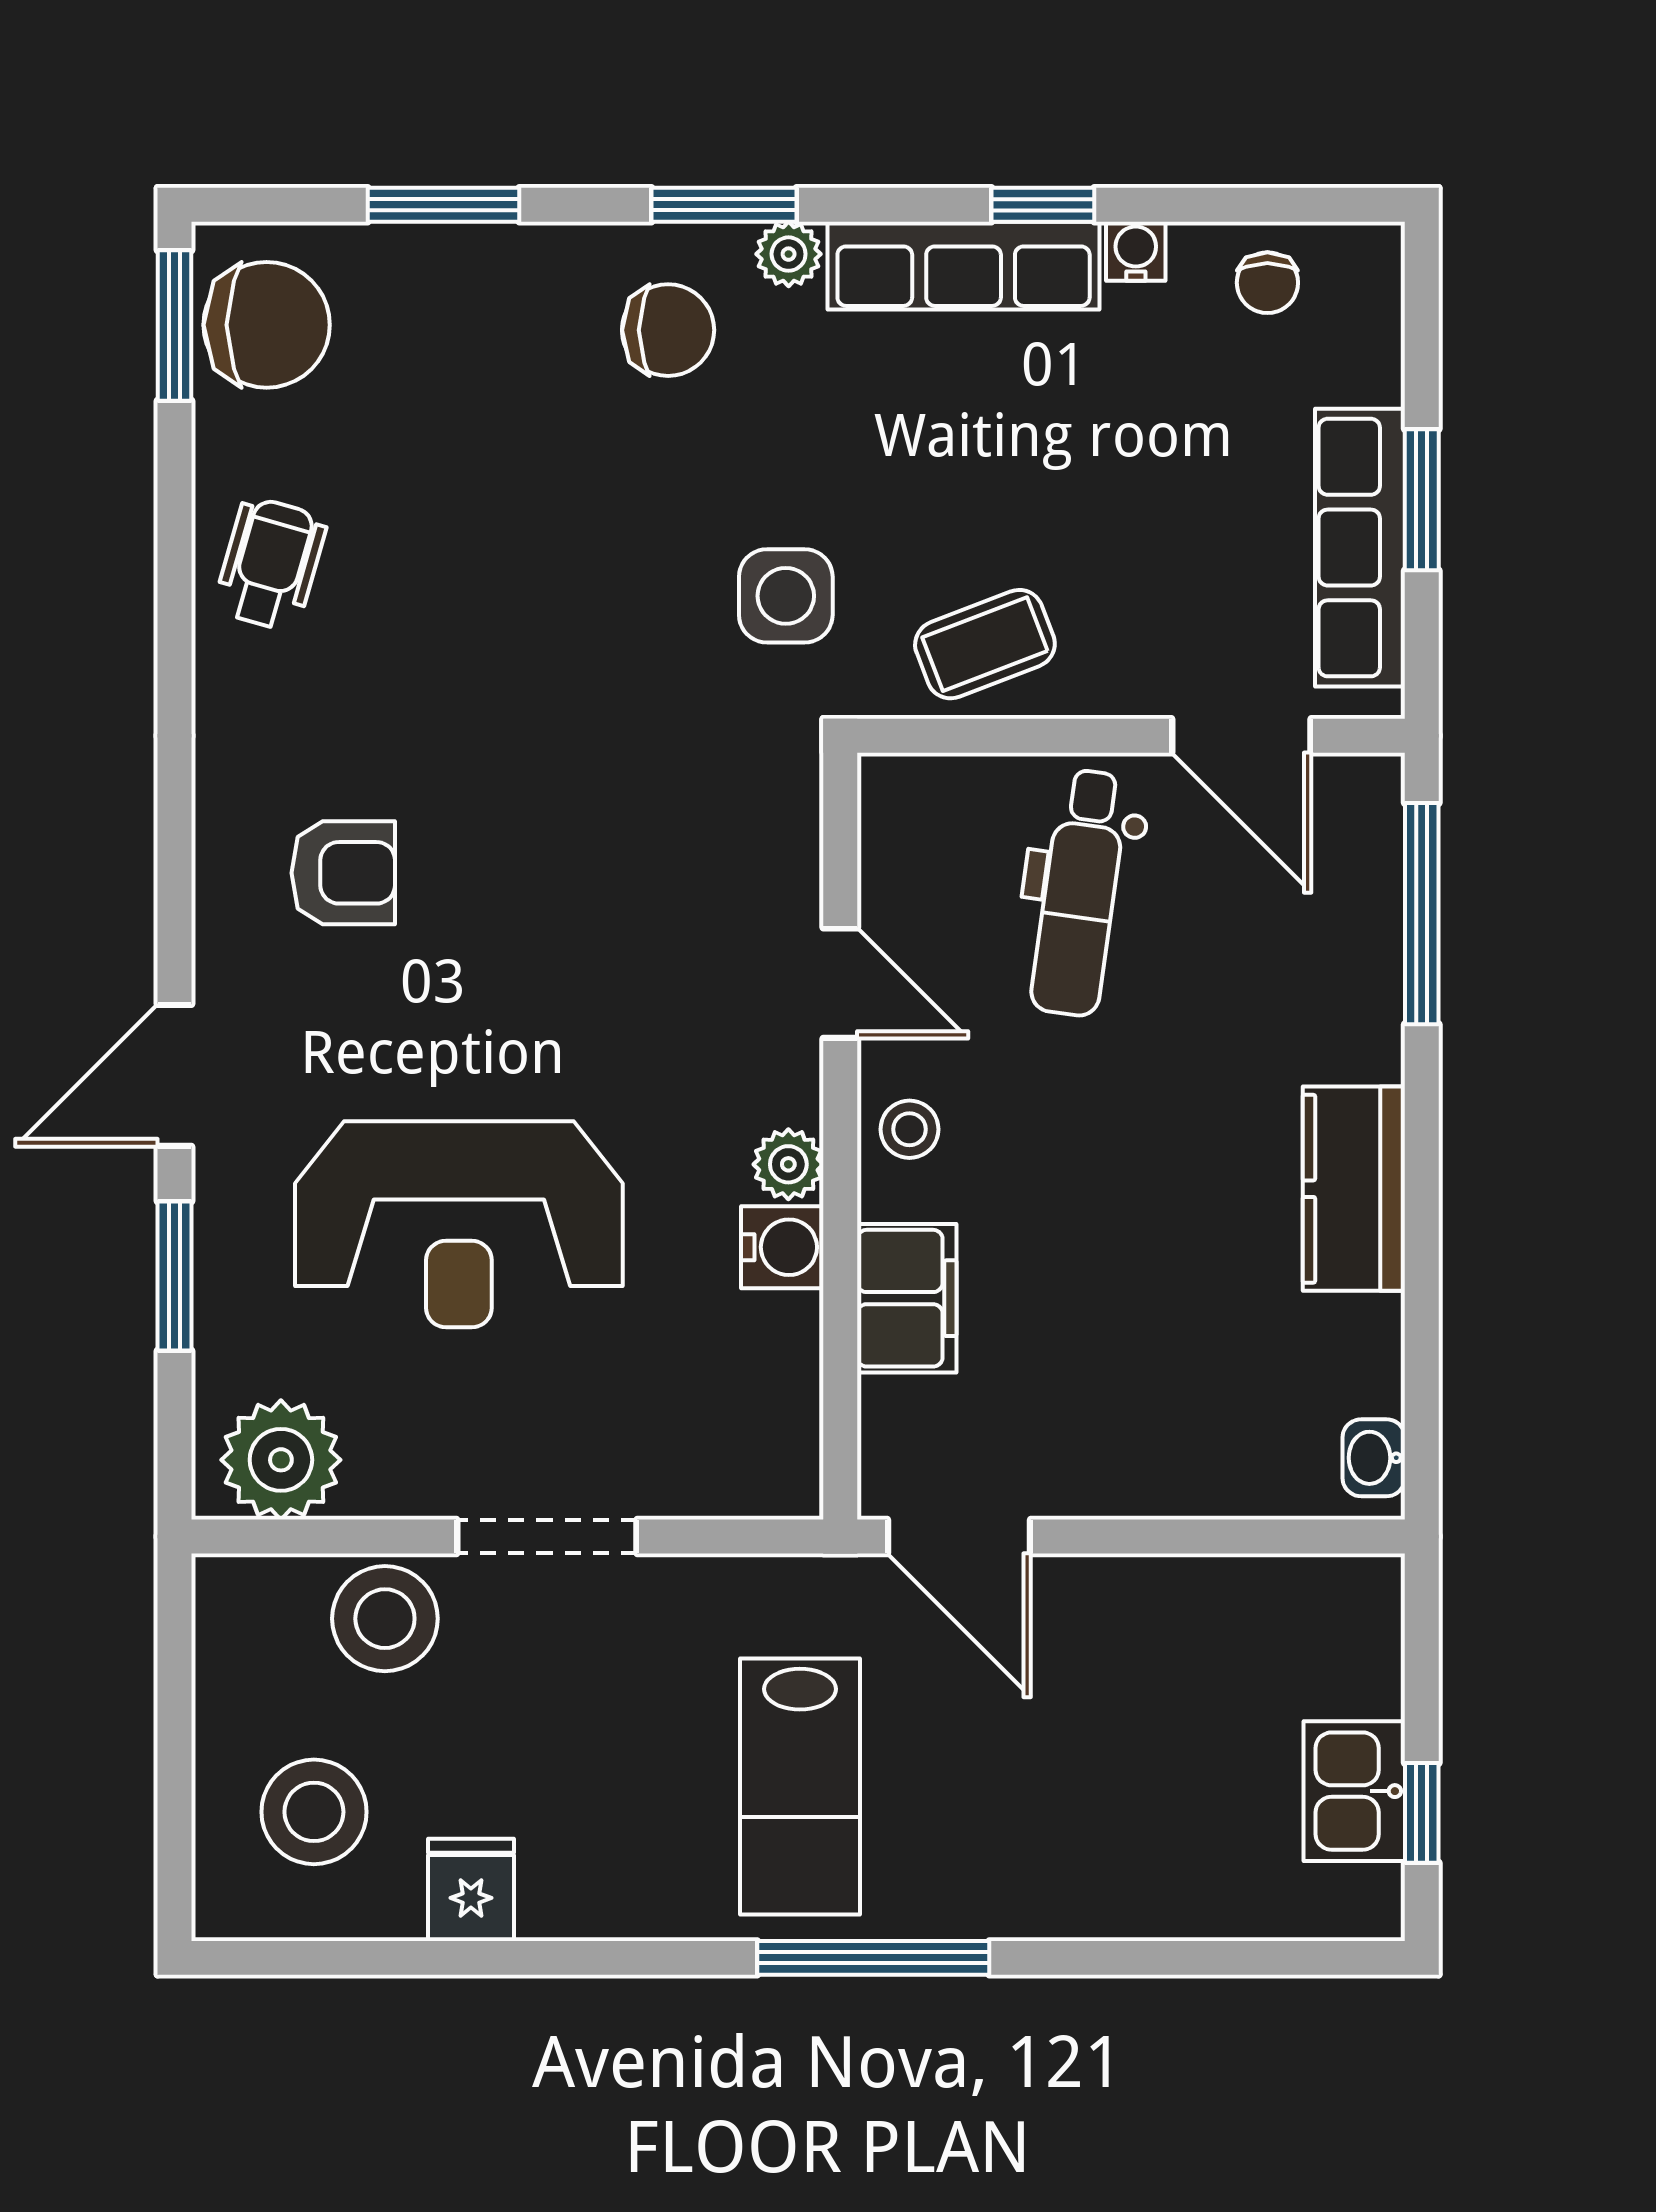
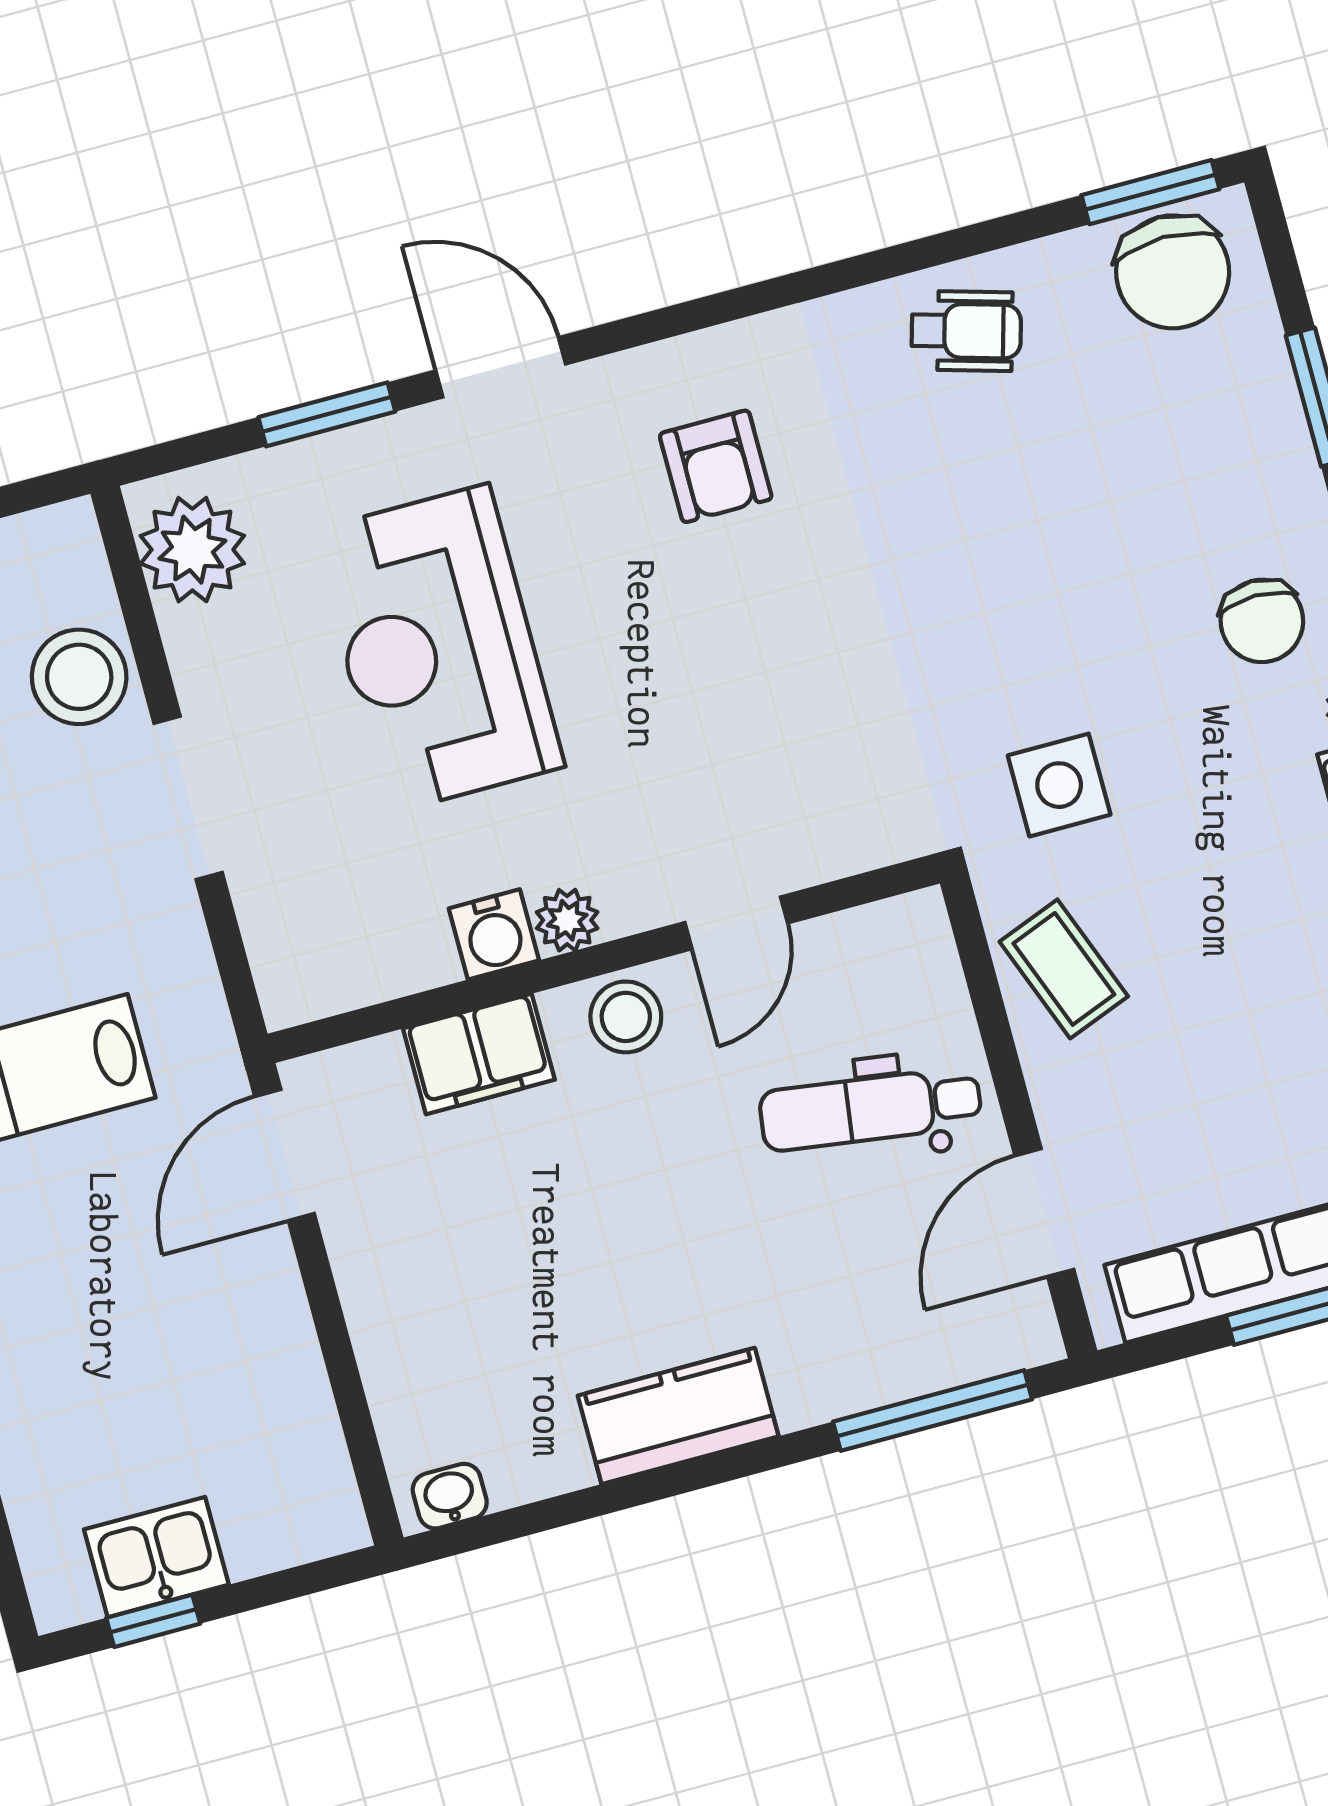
stool: (909, 1129) -> (626, 1017), width x1.37, depth x1.37

